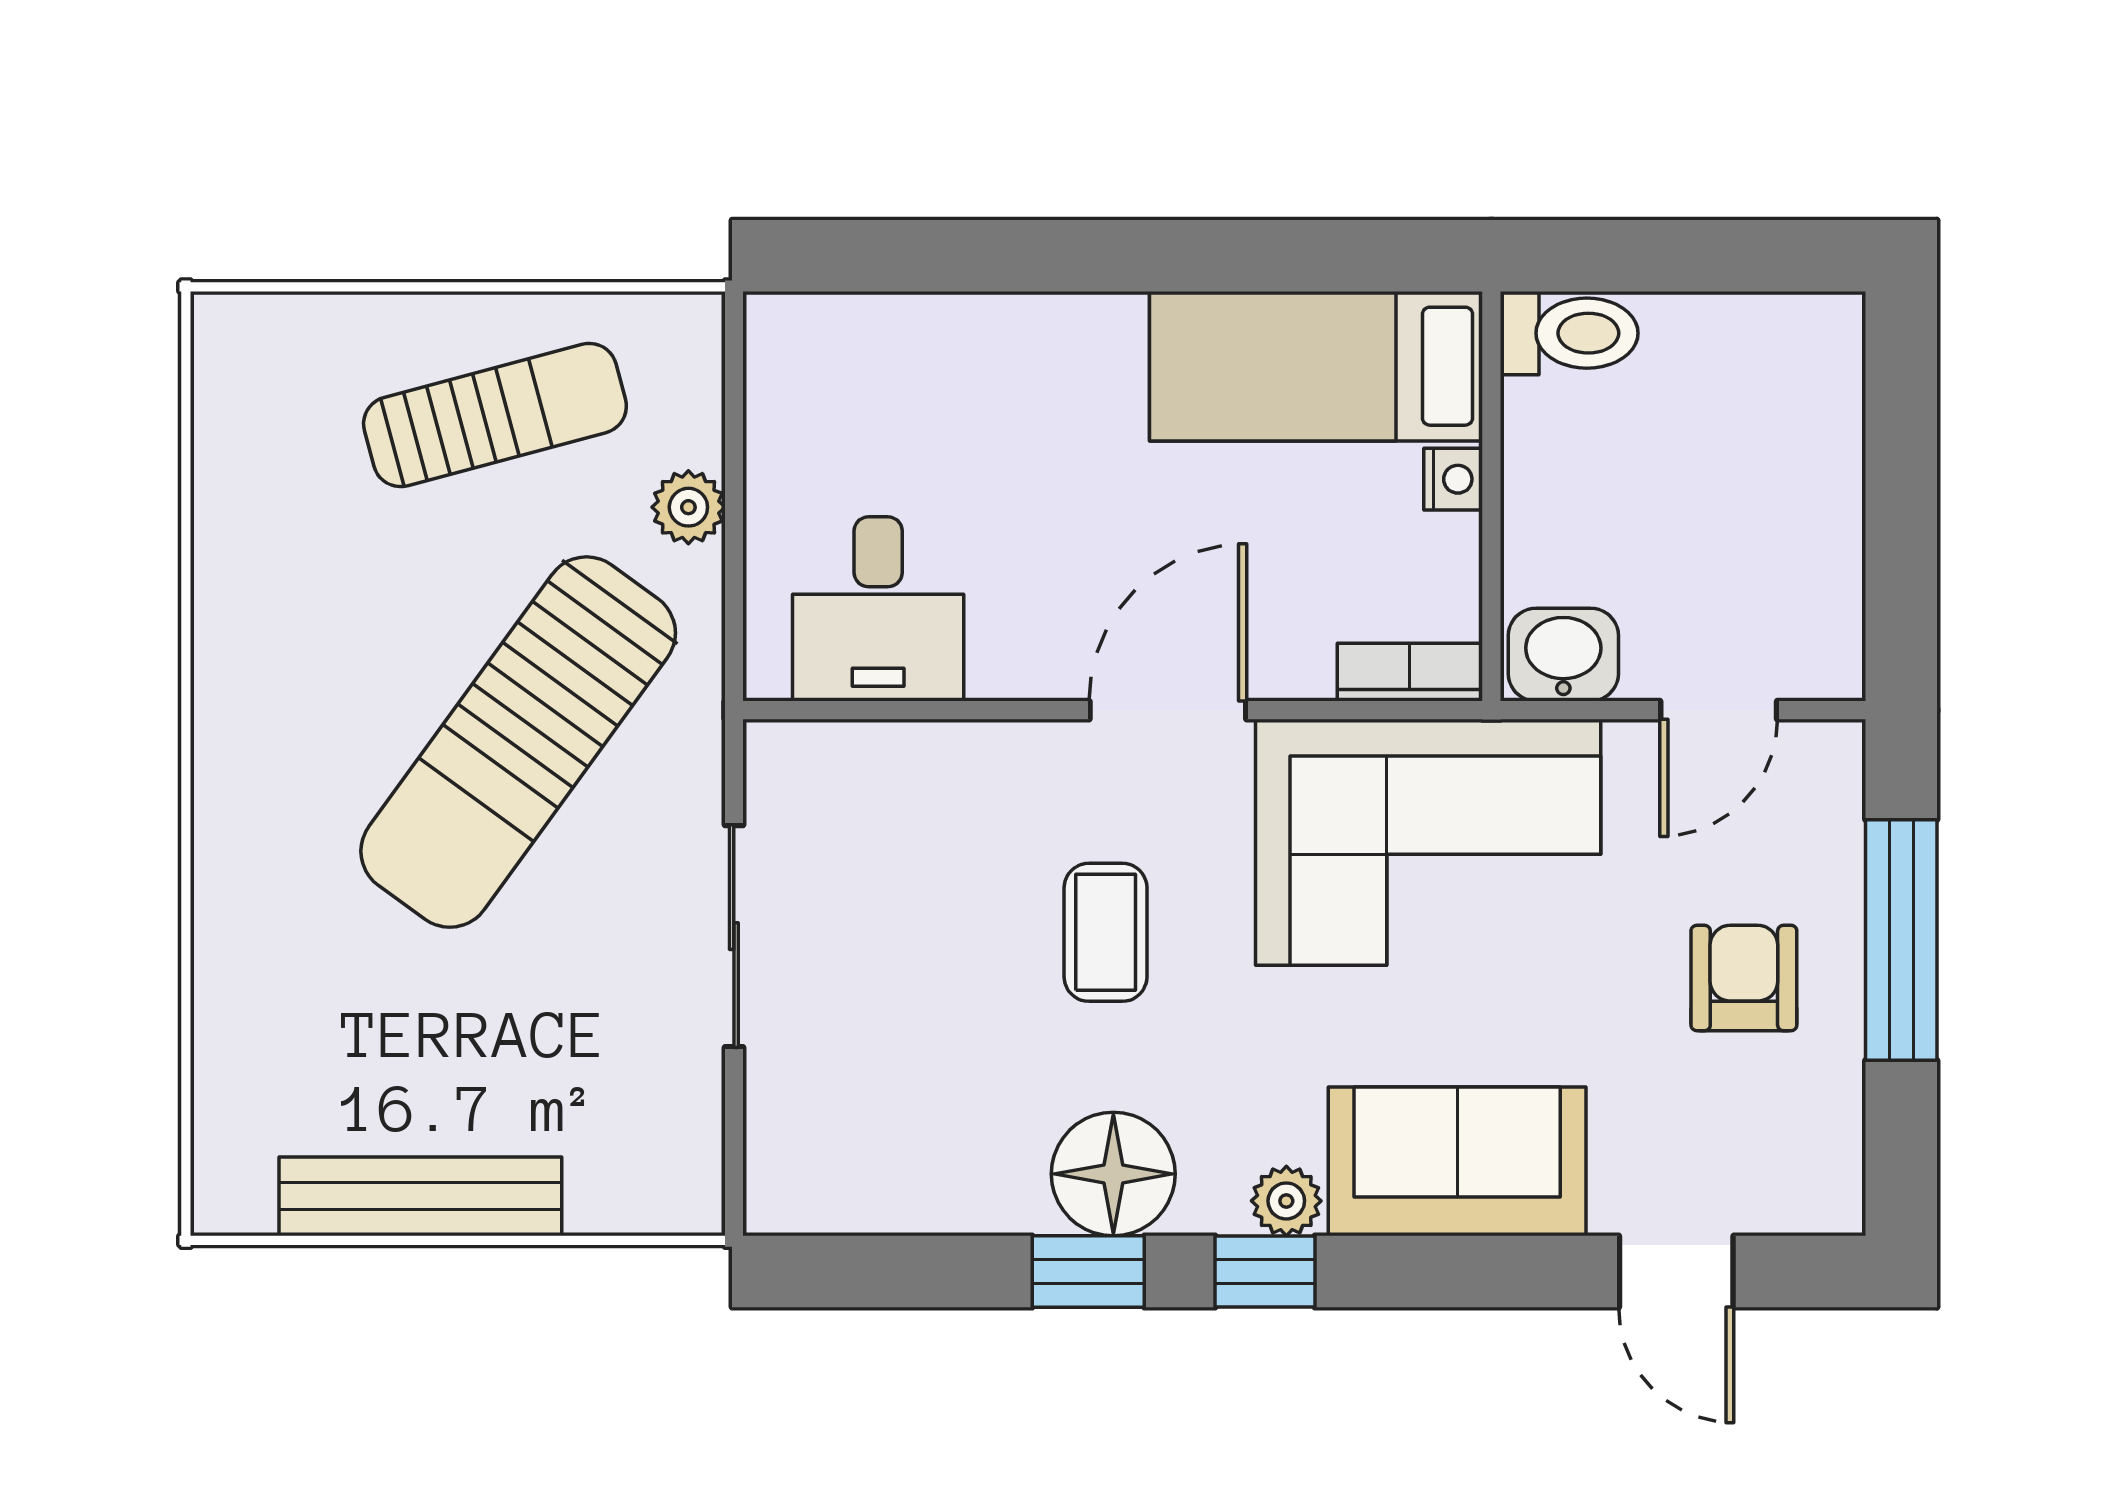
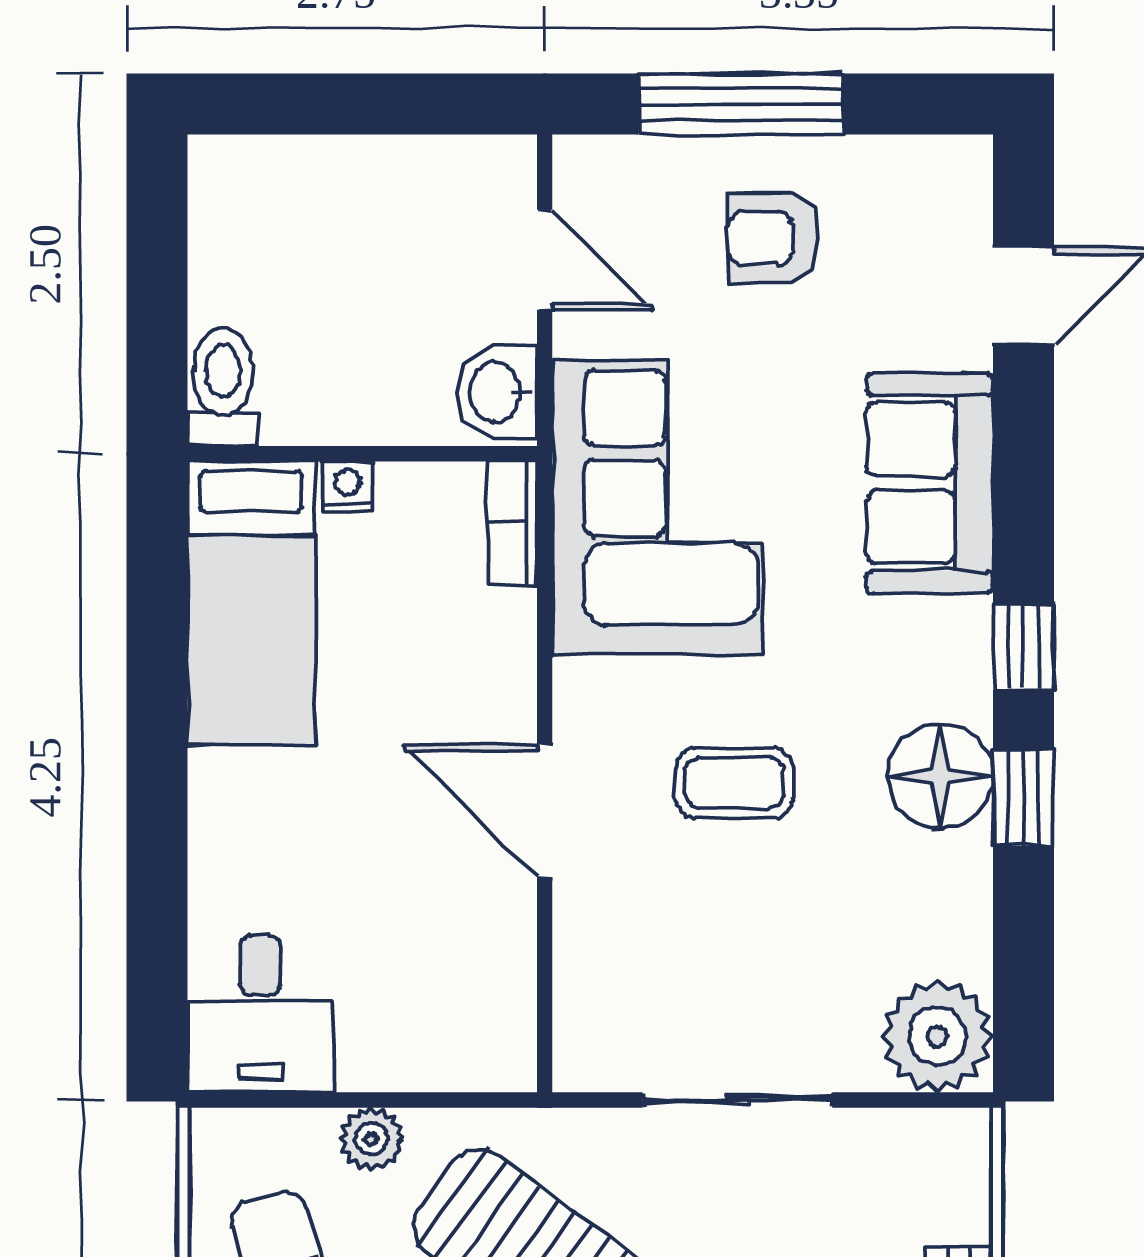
desk: (878, 609) -> (260, 1014), moved, turned 90
door: (1168, 710) -> (545, 811), moved
plant: (1286, 1201) -> (937, 1037), moved, width x1.87, depth x1.87

